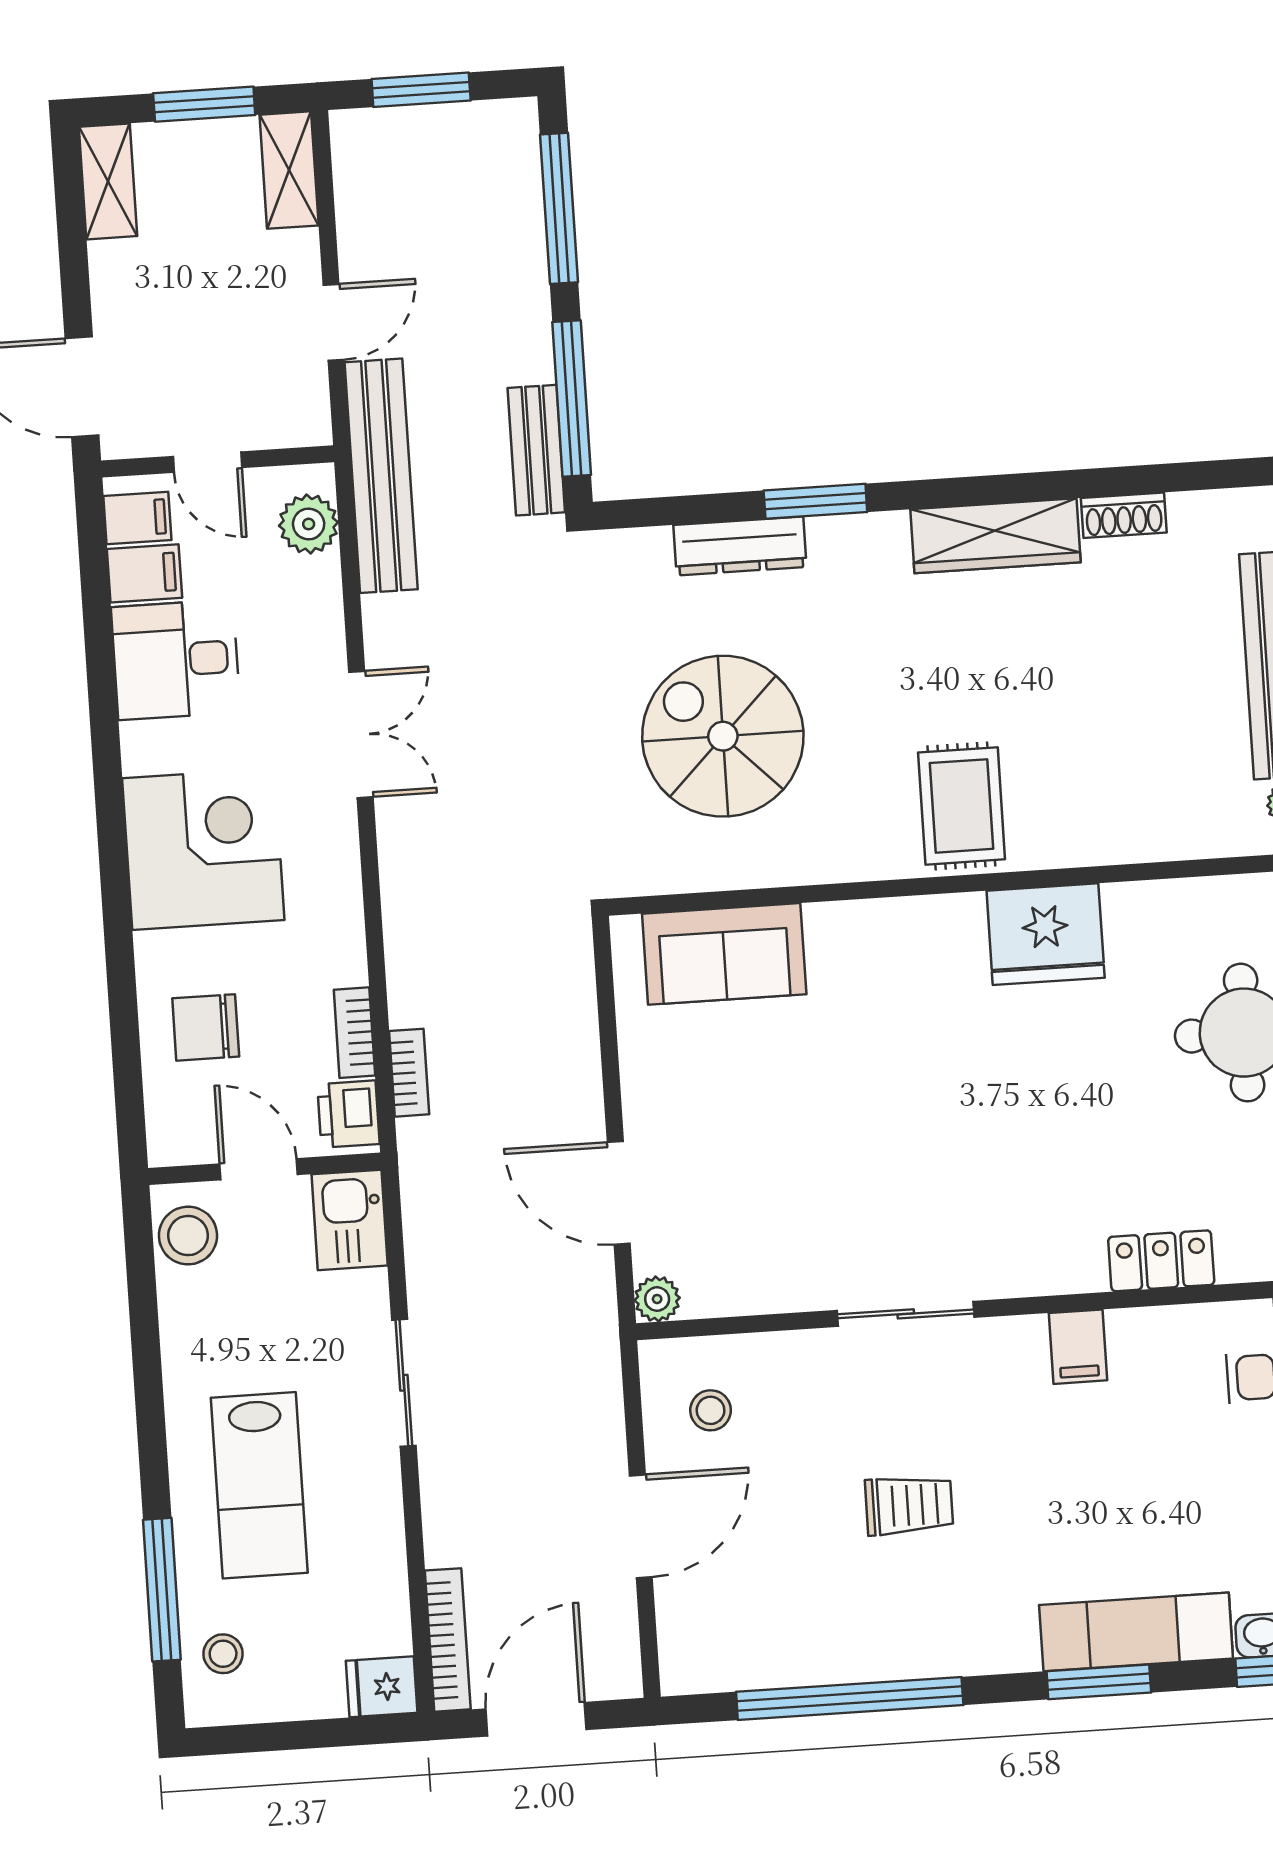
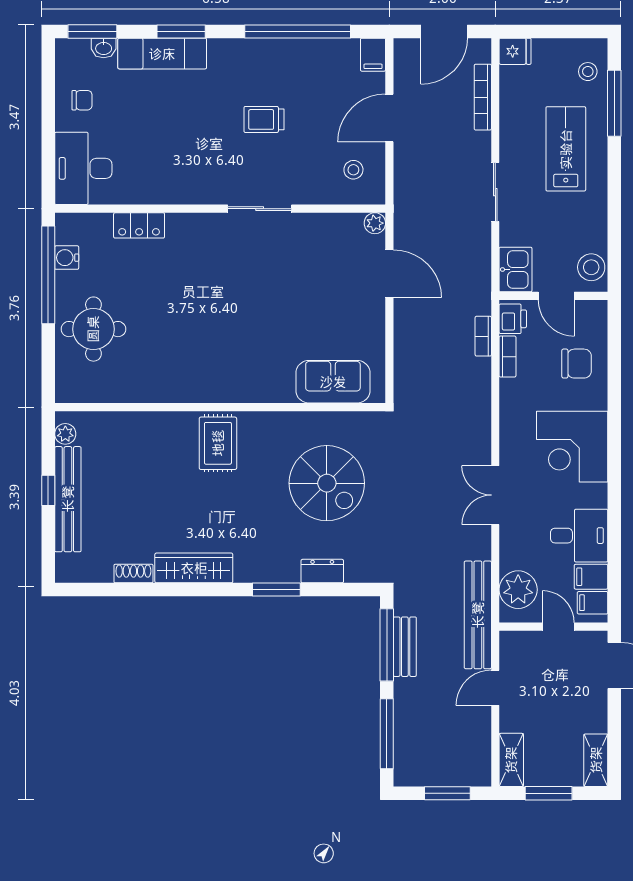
bench: (536, 450) -> (405, 647), moved
plant: (309, 524) -> (518, 590), width x1.36, depth x1.36
dresser: (740, 546) -> (322, 571), width x0.70
fridge: (1046, 934) -> (183, 381), removed
filing cabinet: (1078, 1347) -> (373, 55), moved, turned 180
bookcase: (448, 1640) -> (483, 97), moved

